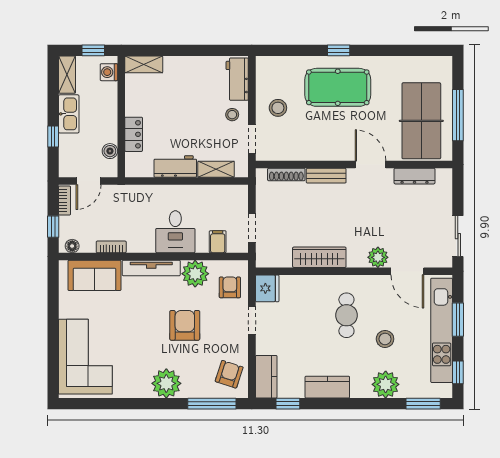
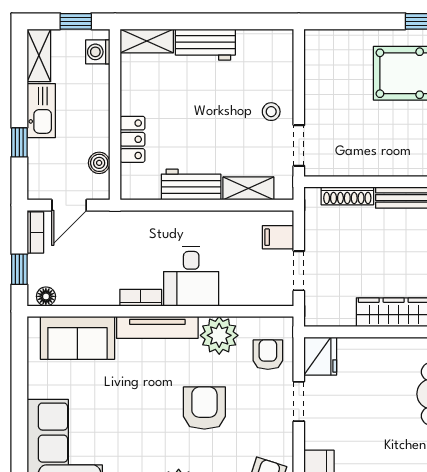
workbench: (237, 79) -> (205, 45), moved, turned -90
stool: (278, 108) -> (335, 102), removed
filing cabinet: (218, 242) -> (278, 237), moved, turned -90
bookcase: (111, 247) -> (141, 298), moved

